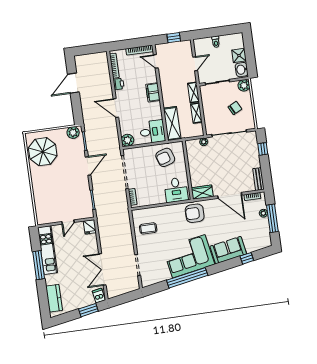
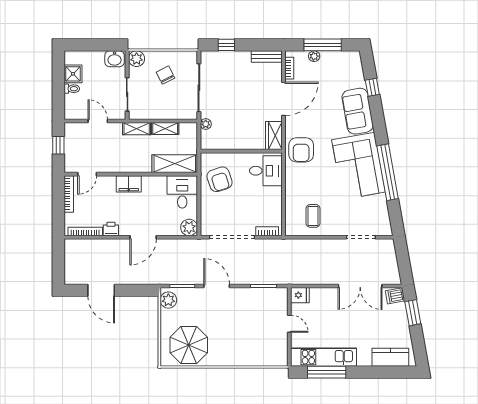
shower: (239, 55) -> (73, 74), moved
window: (39, 265) -> (327, 372), moved

